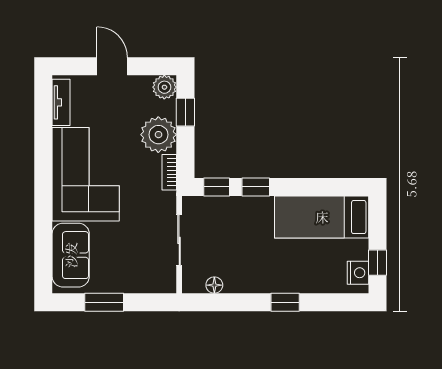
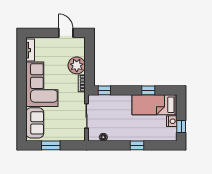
door: (112, 66) -> (66, 33), moved
plant: (164, 87) -> (80, 43), removed
window: (185, 112) -> (89, 55), removed
window: (256, 187) -> (148, 90), moved
nightstand: (358, 273) -> (172, 121), moved

